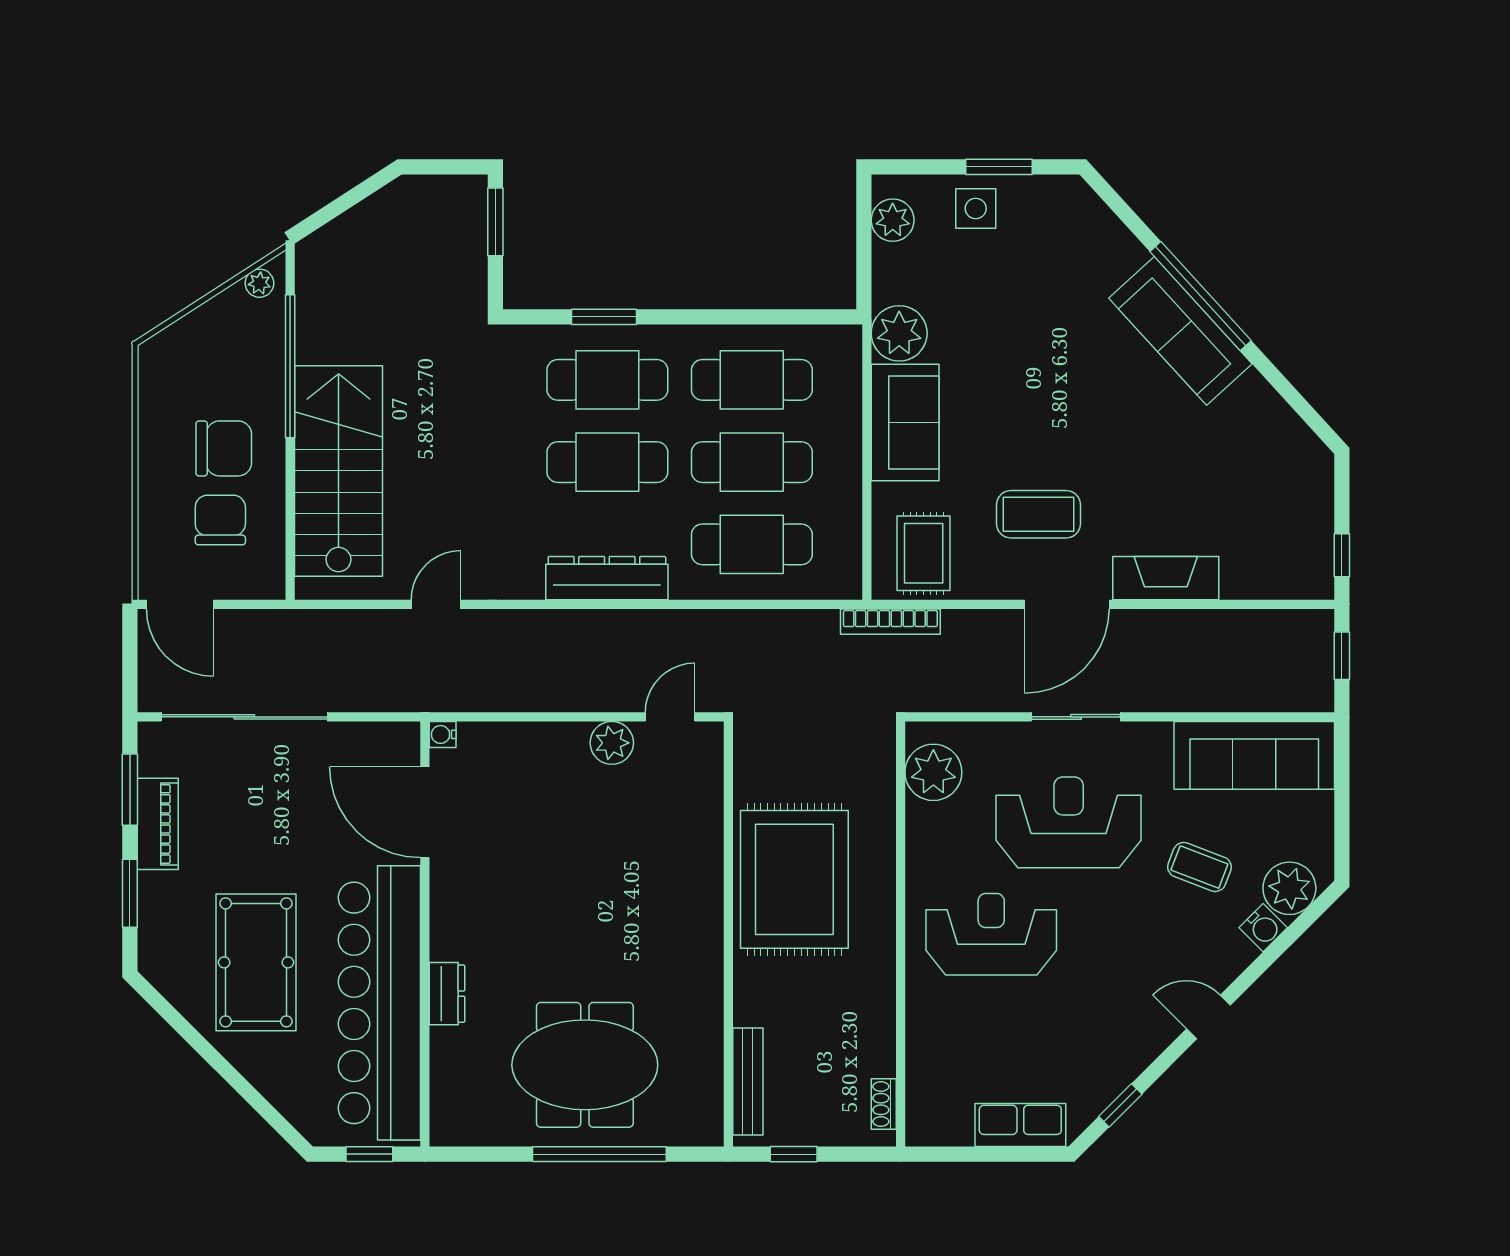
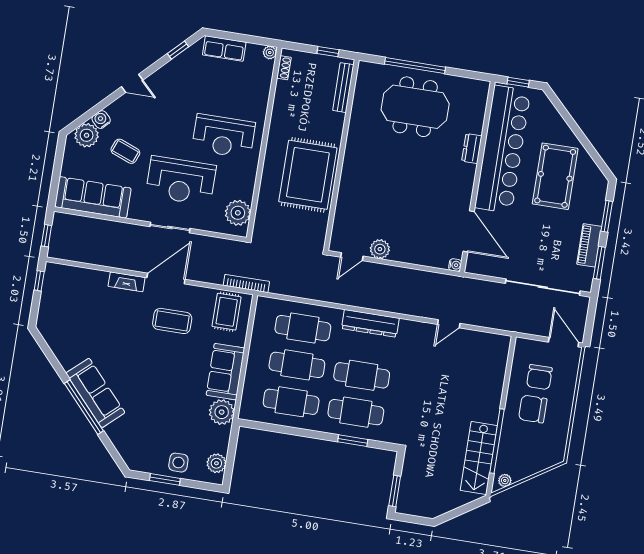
stairs: (339, 471) -> (479, 458), moved, width x0.73, depth x0.66
fireplace: (1166, 578) -> (127, 282), width x0.73, depth x0.76
plant: (920, 1132) -> (270, 53), added

